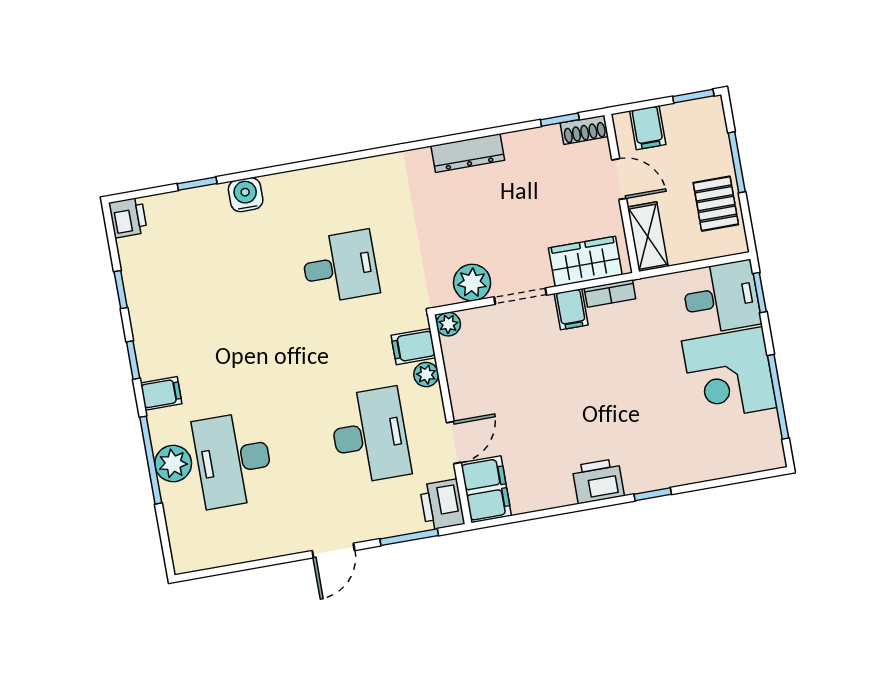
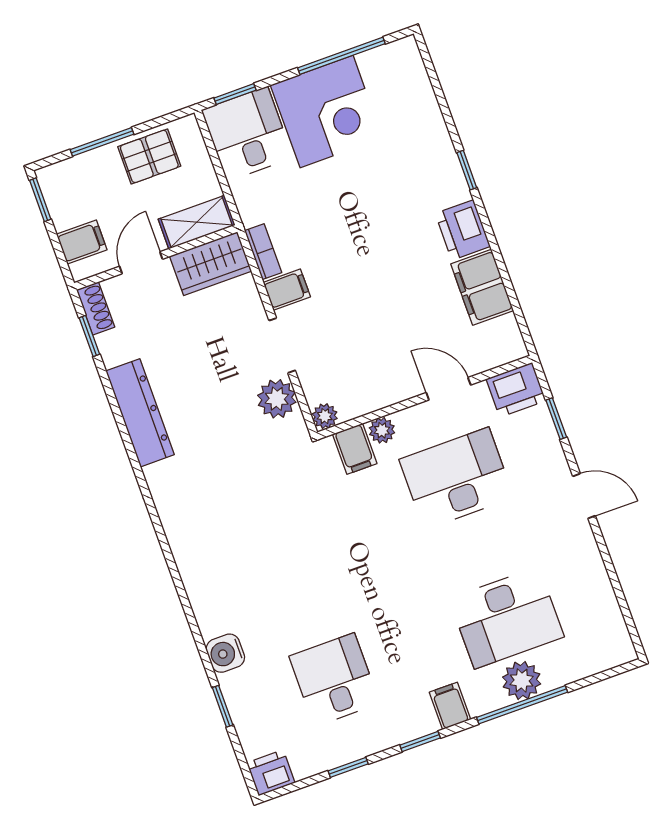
dresser: (468, 153) -> (140, 413), width x1.37, depth x1.24
wardrobe: (585, 261) -> (211, 264), moved, turned -90
desk: (340, 267) -> (334, 680), moved
filing cabinet: (486, 489) -> (482, 287), moved, turned -90
window: (409, 537) -> (556, 419), width x0.67

